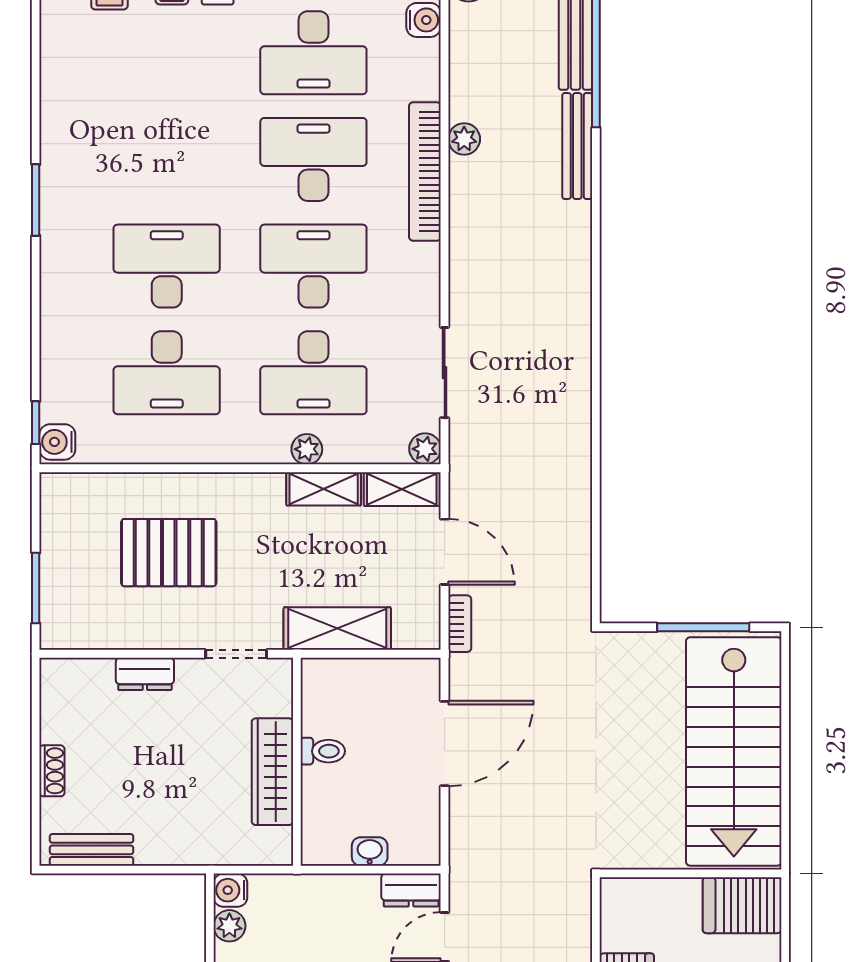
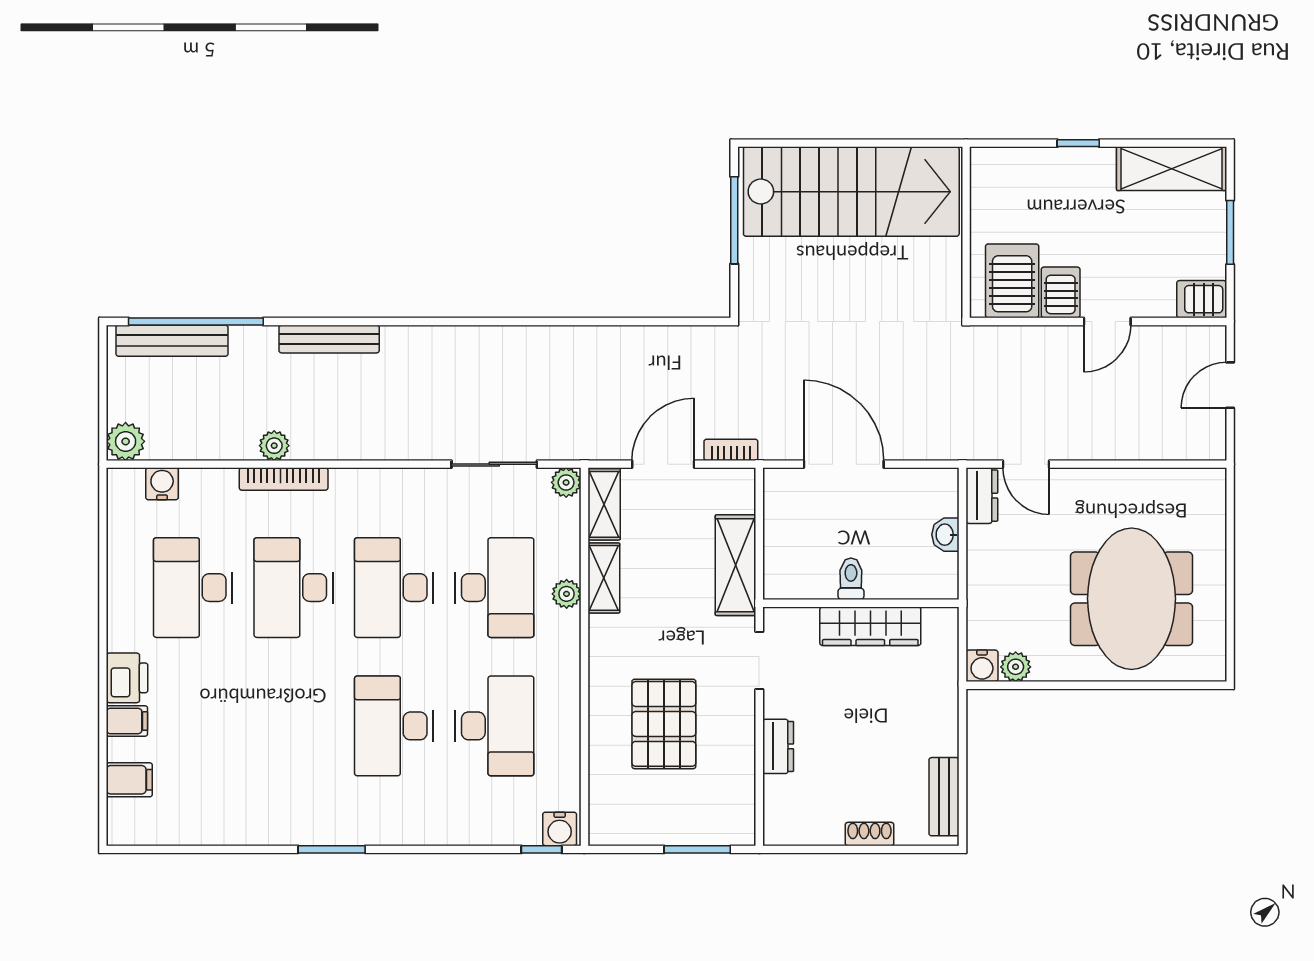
desk: (313, 53) -> (193, 588), turned 180
bench: (577, 146) -> (329, 339), moved
bookcase: (425, 171) -> (284, 479), width x0.68, depth x0.76
server rack: (742, 905) -> (1012, 281), moved, turned 180

